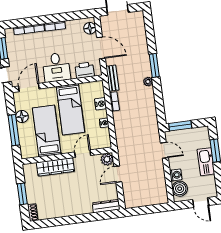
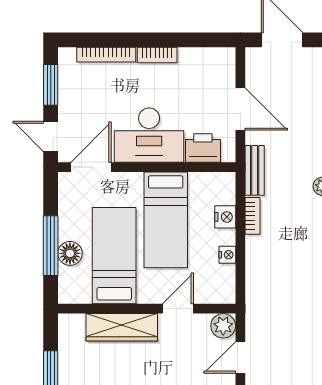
floor lamp: (90, 28) -> (224, 68), removed
desk: (56, 67) -> (149, 135), width x1.37
floor lamp: (22, 117) -> (70, 253), moved

